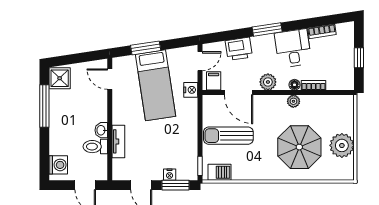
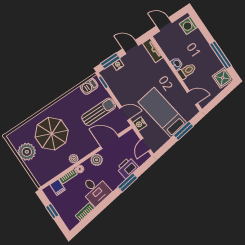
window: (267, 29) -> (128, 182), moved
filing cabinet: (214, 81) -> (58, 187), moved
door: (200, 113) -> (125, 114), added
tv unit: (118, 141) -> (153, 50), moved
toilet: (95, 147) -> (187, 71), moved

